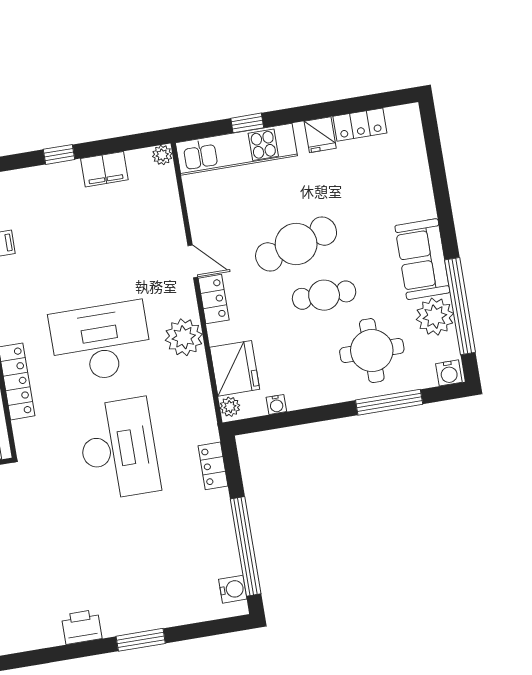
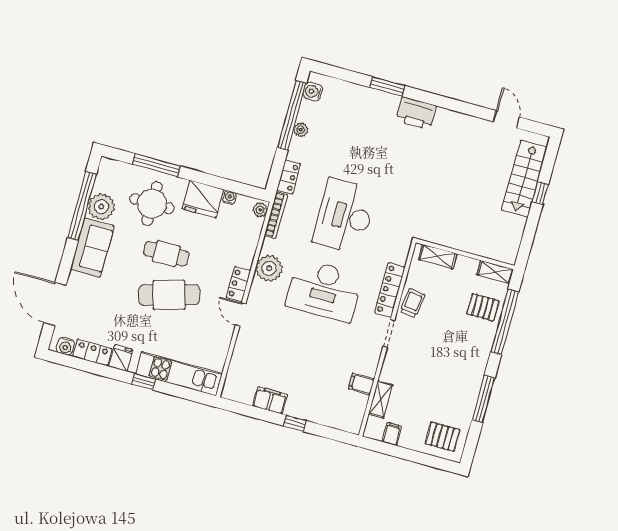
window: (247, 123) -> (143, 382), moved
plant: (162, 155) -> (301, 130), moved
door: (436, 165) -> (55, 304), added
fridge: (235, 368) -> (203, 199), moved, turned -90
water cooler: (449, 373) -> (66, 346), moved, turned 180
bookcase: (207, 409) -> (276, 215), added
printer: (82, 627) -> (416, 113), width x1.37, depth x1.19

